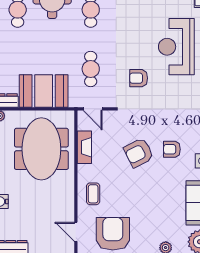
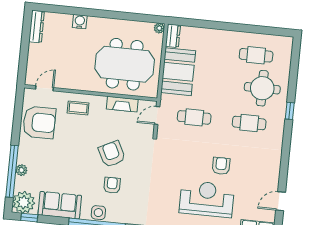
armchair: (139, 78) -> (221, 166), moved

